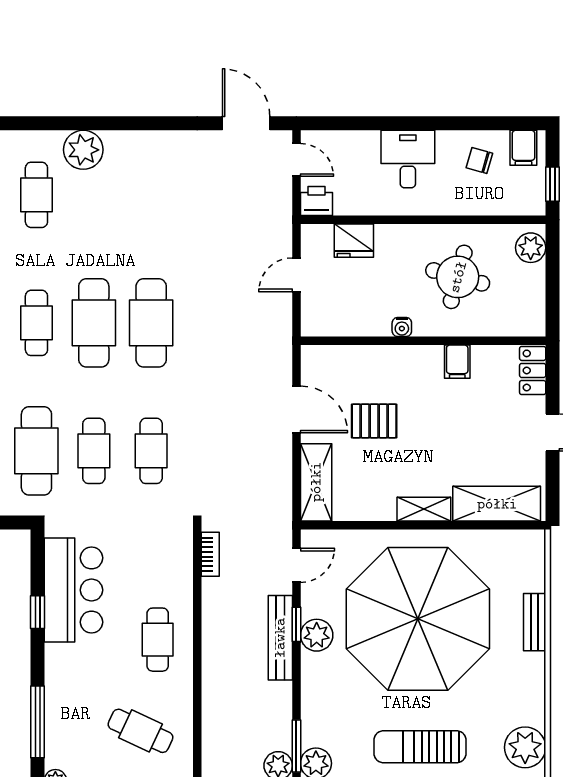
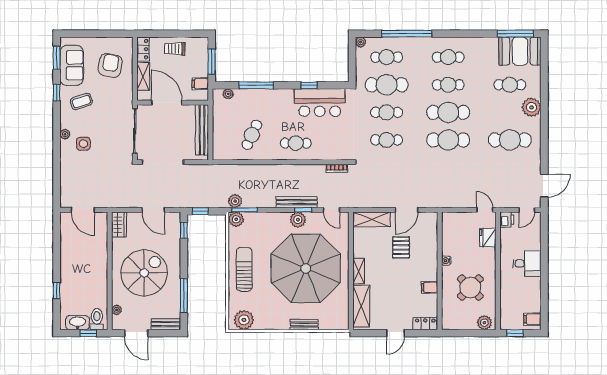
chair: (479, 160) -> (526, 298), removed
cafe table: (151, 195) -> (510, 140), added
door: (296, 275) -> (485, 210), moved
round table: (458, 277) -> (470, 288), turned 30

